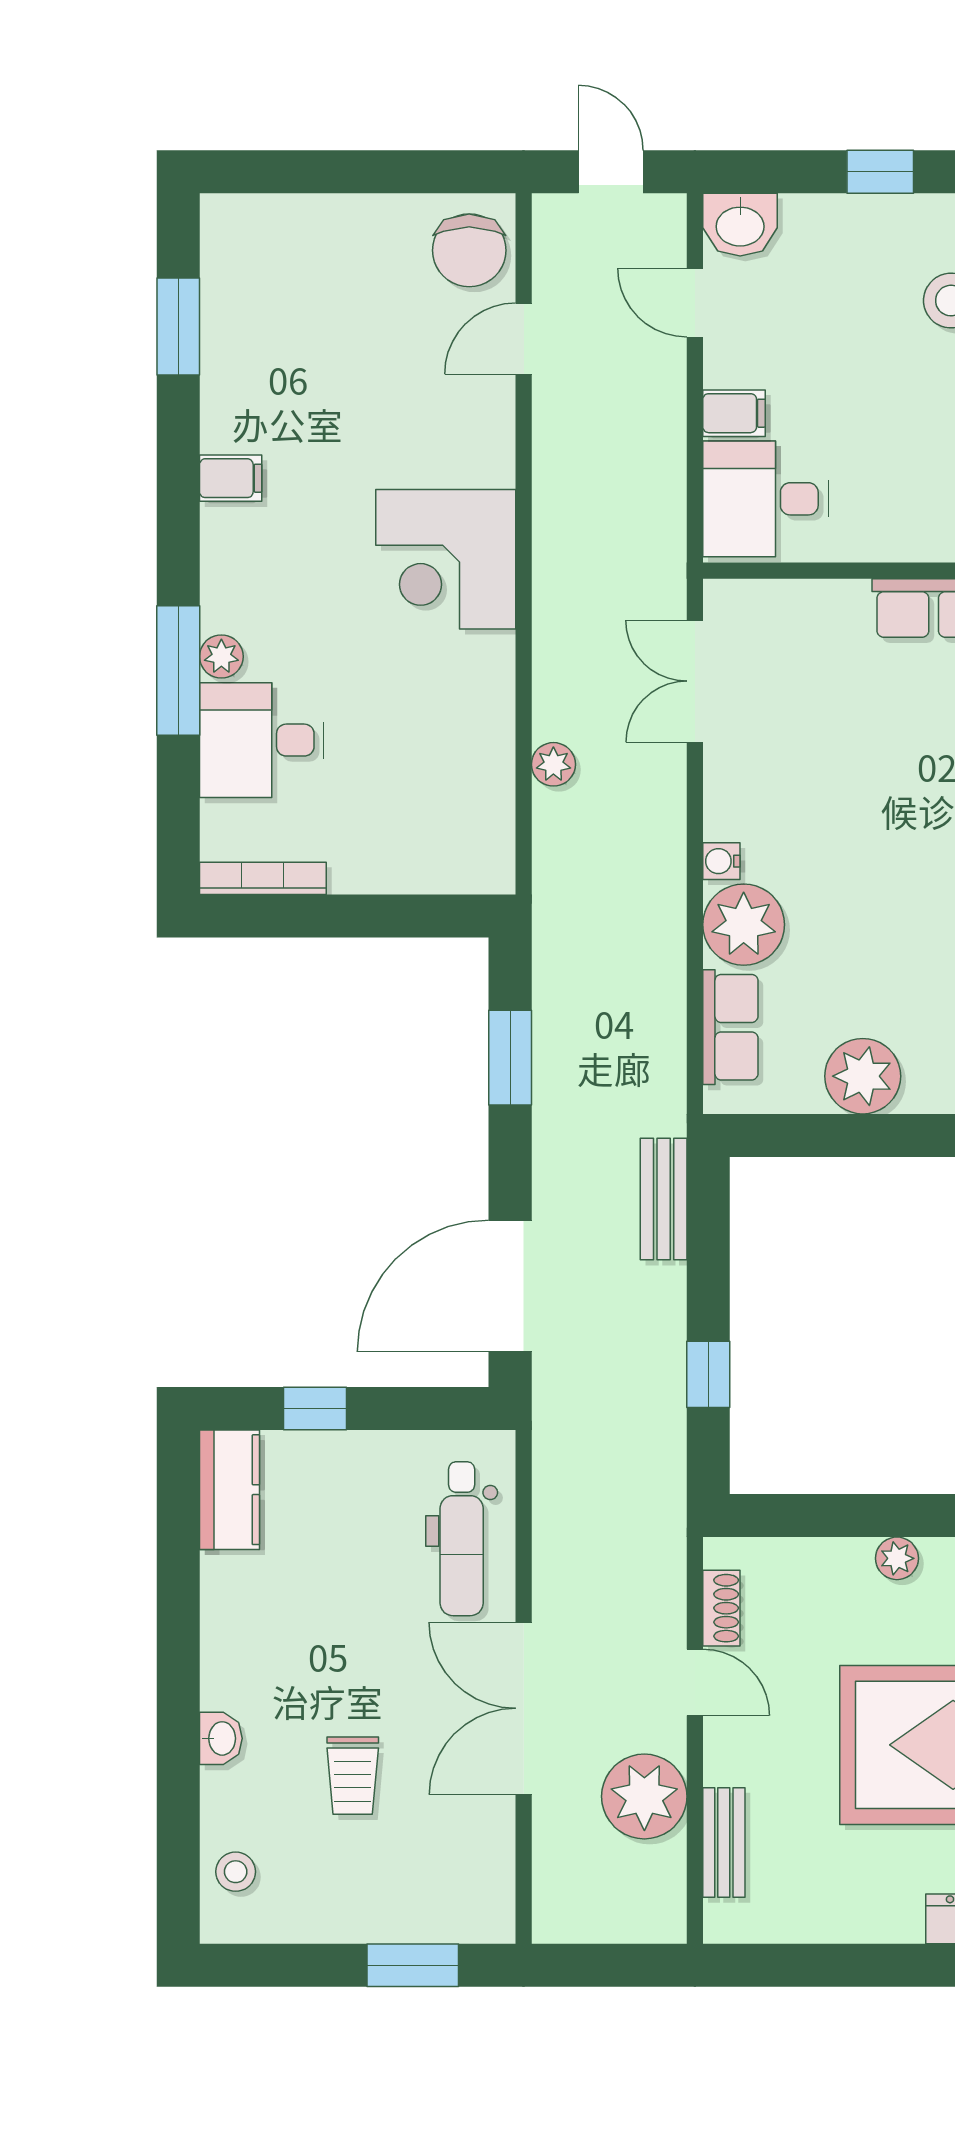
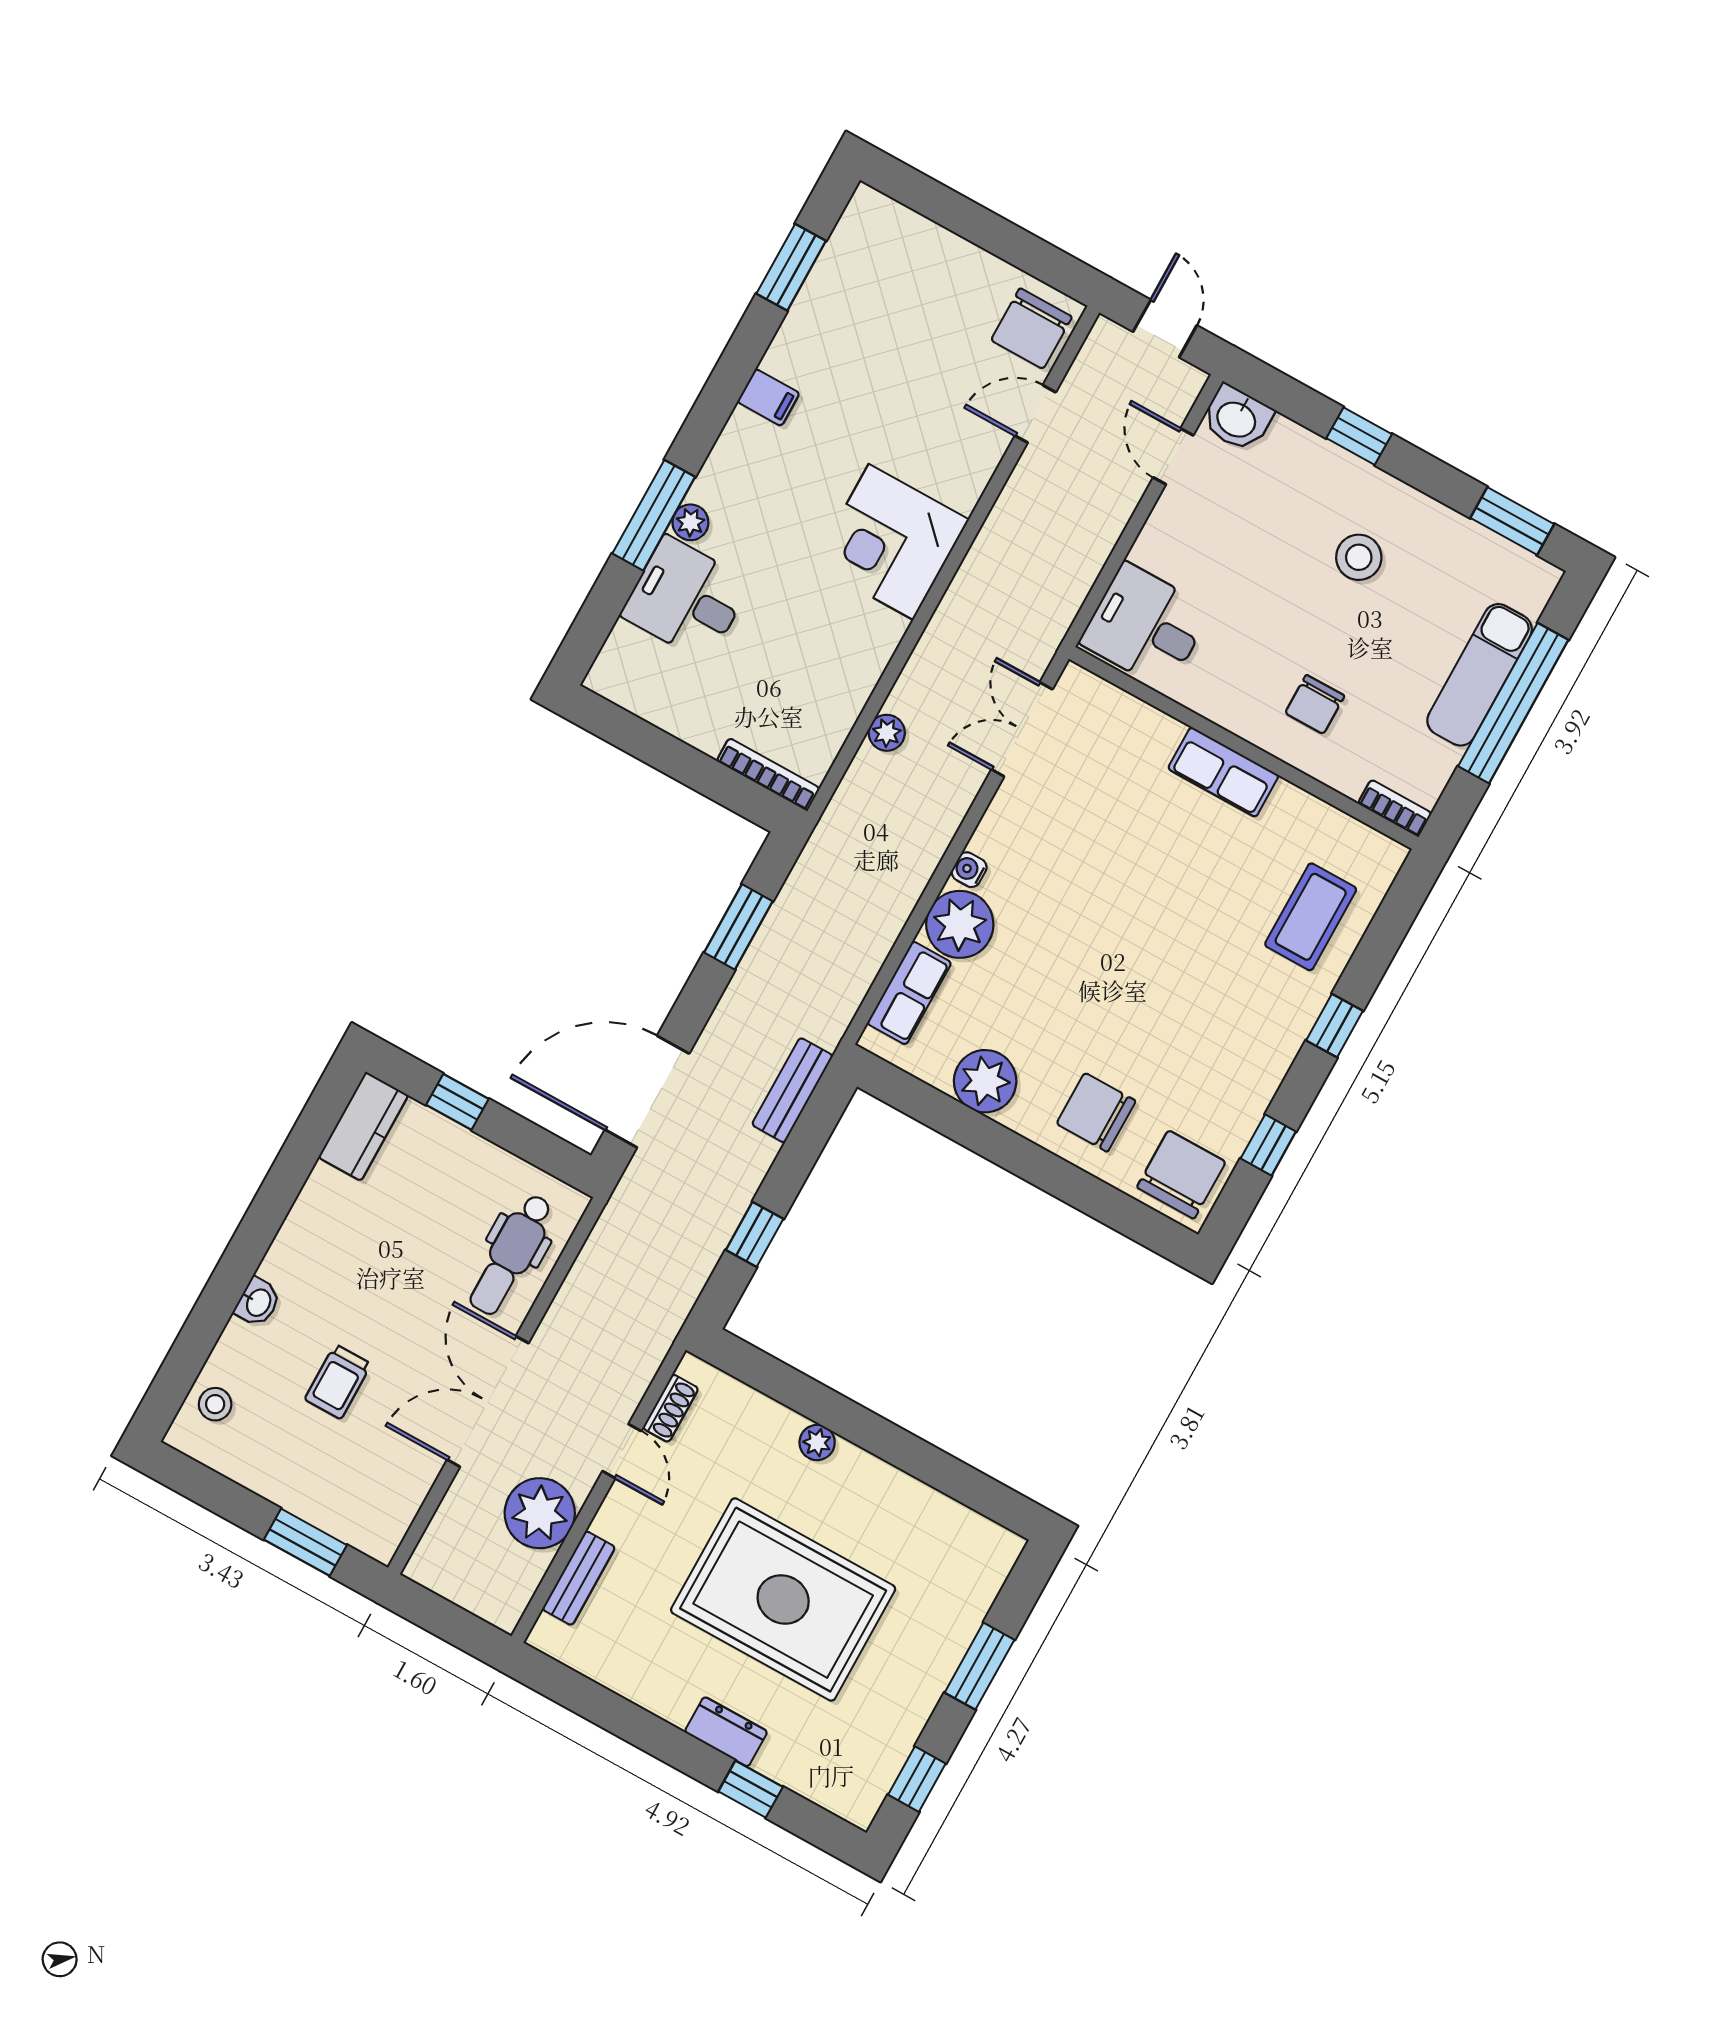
filing cabinet: (734, 413) -> (1157, 552), removed
bookcase: (263, 878) -> (768, 775), moved

